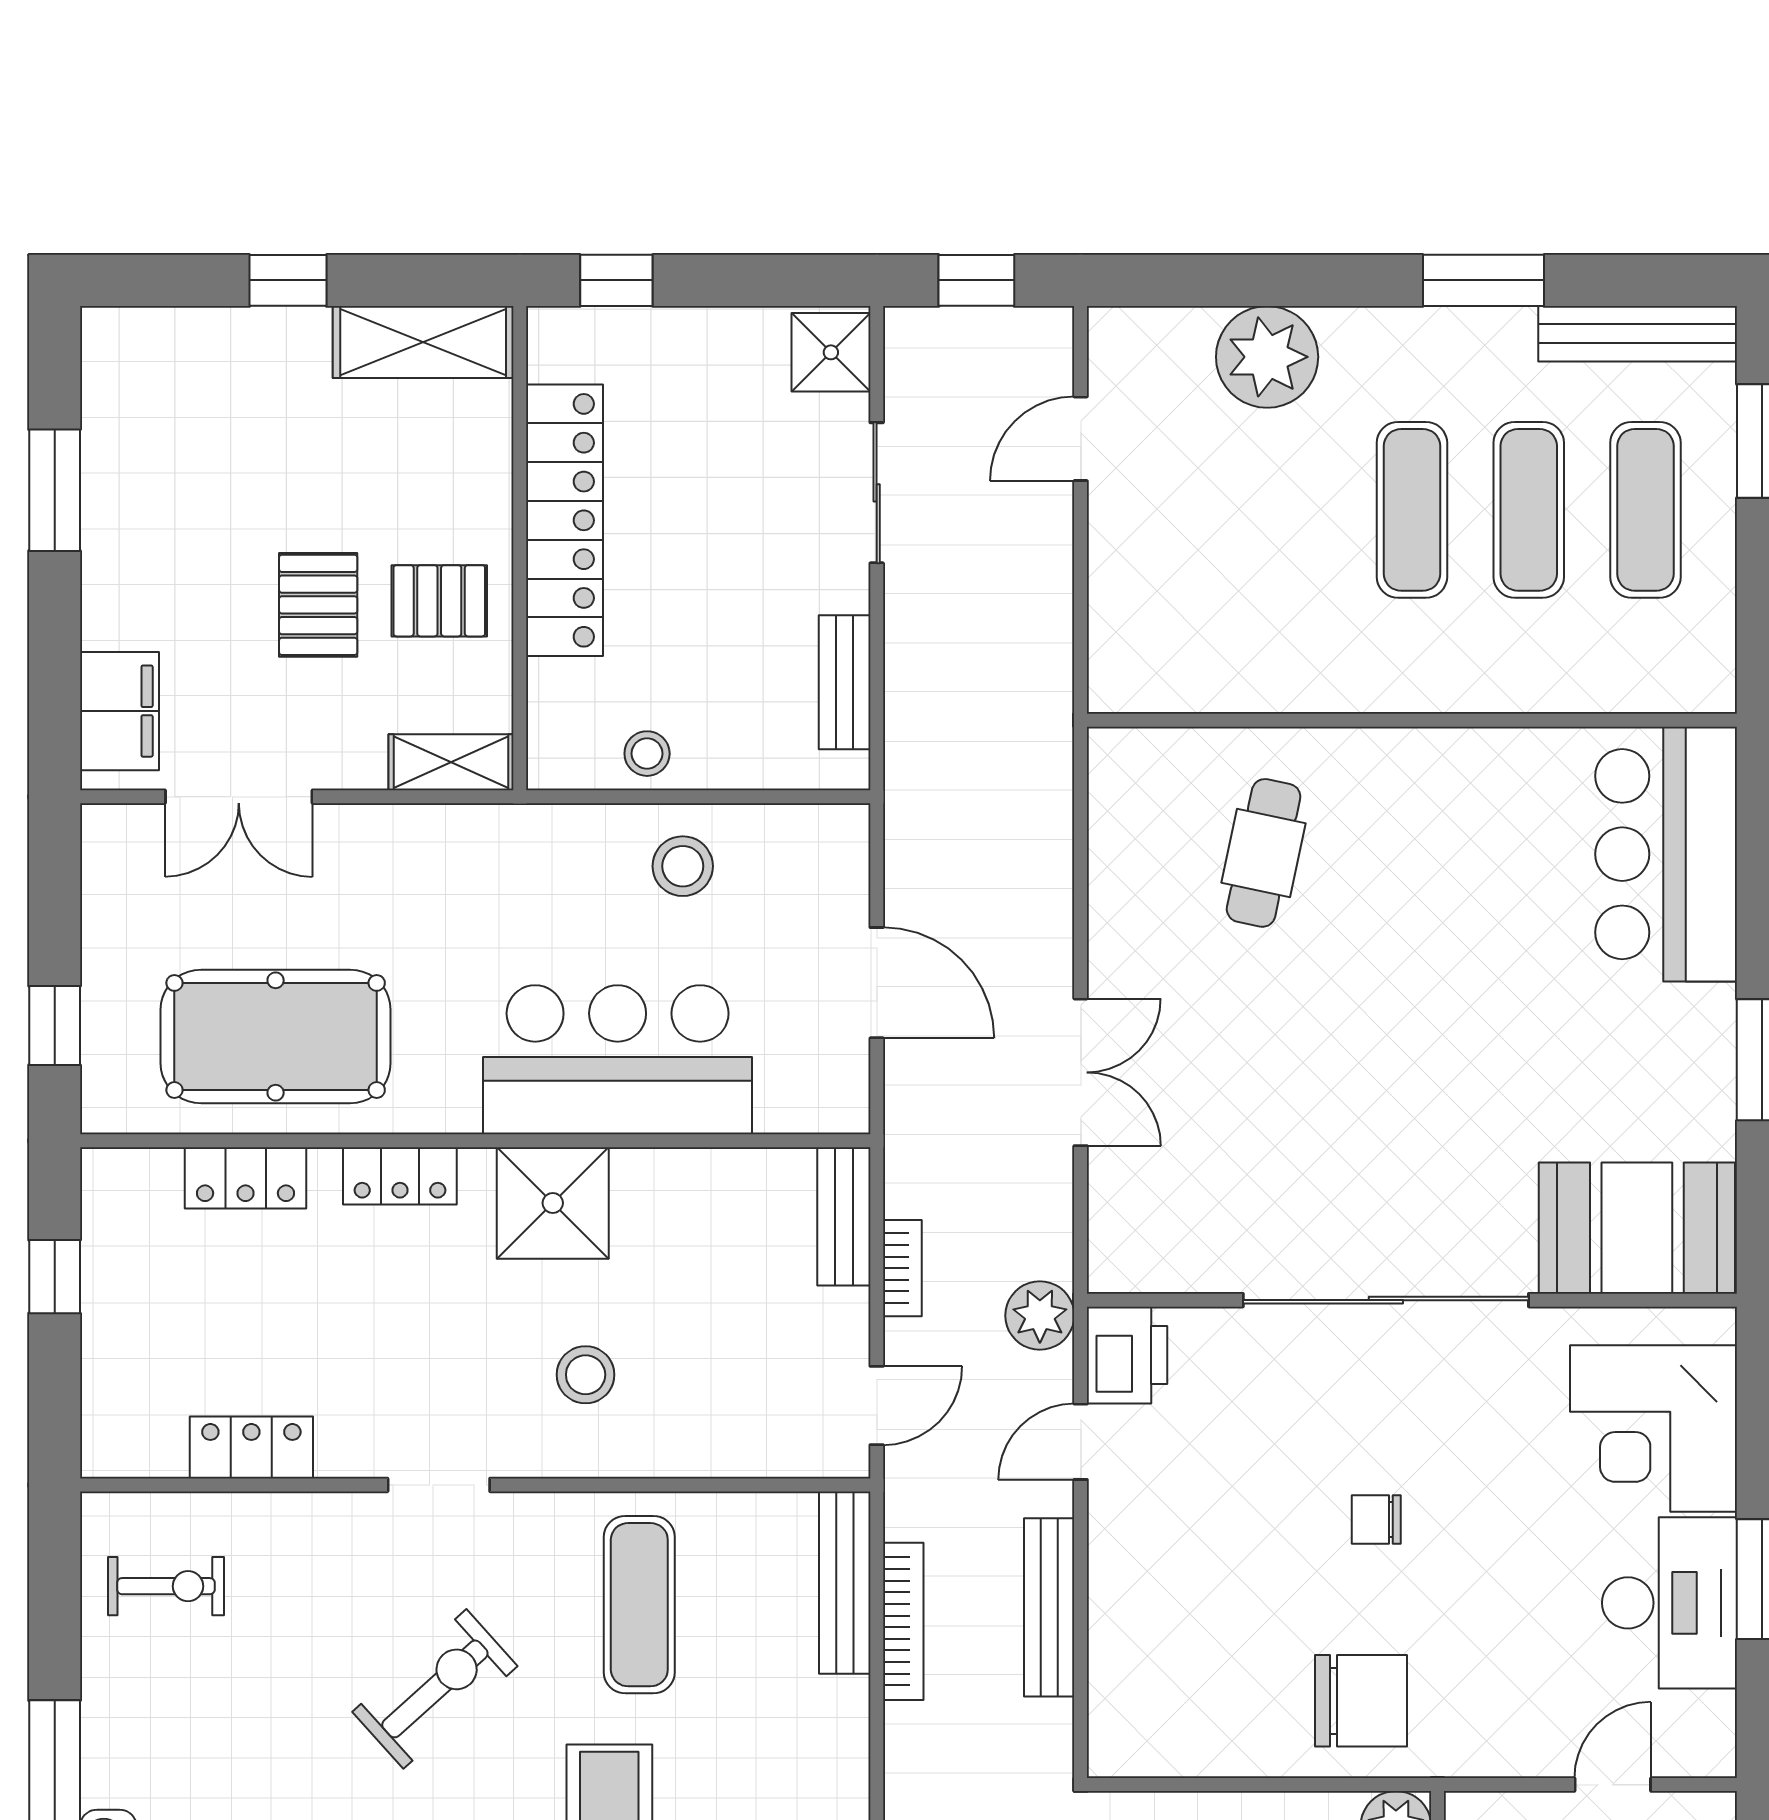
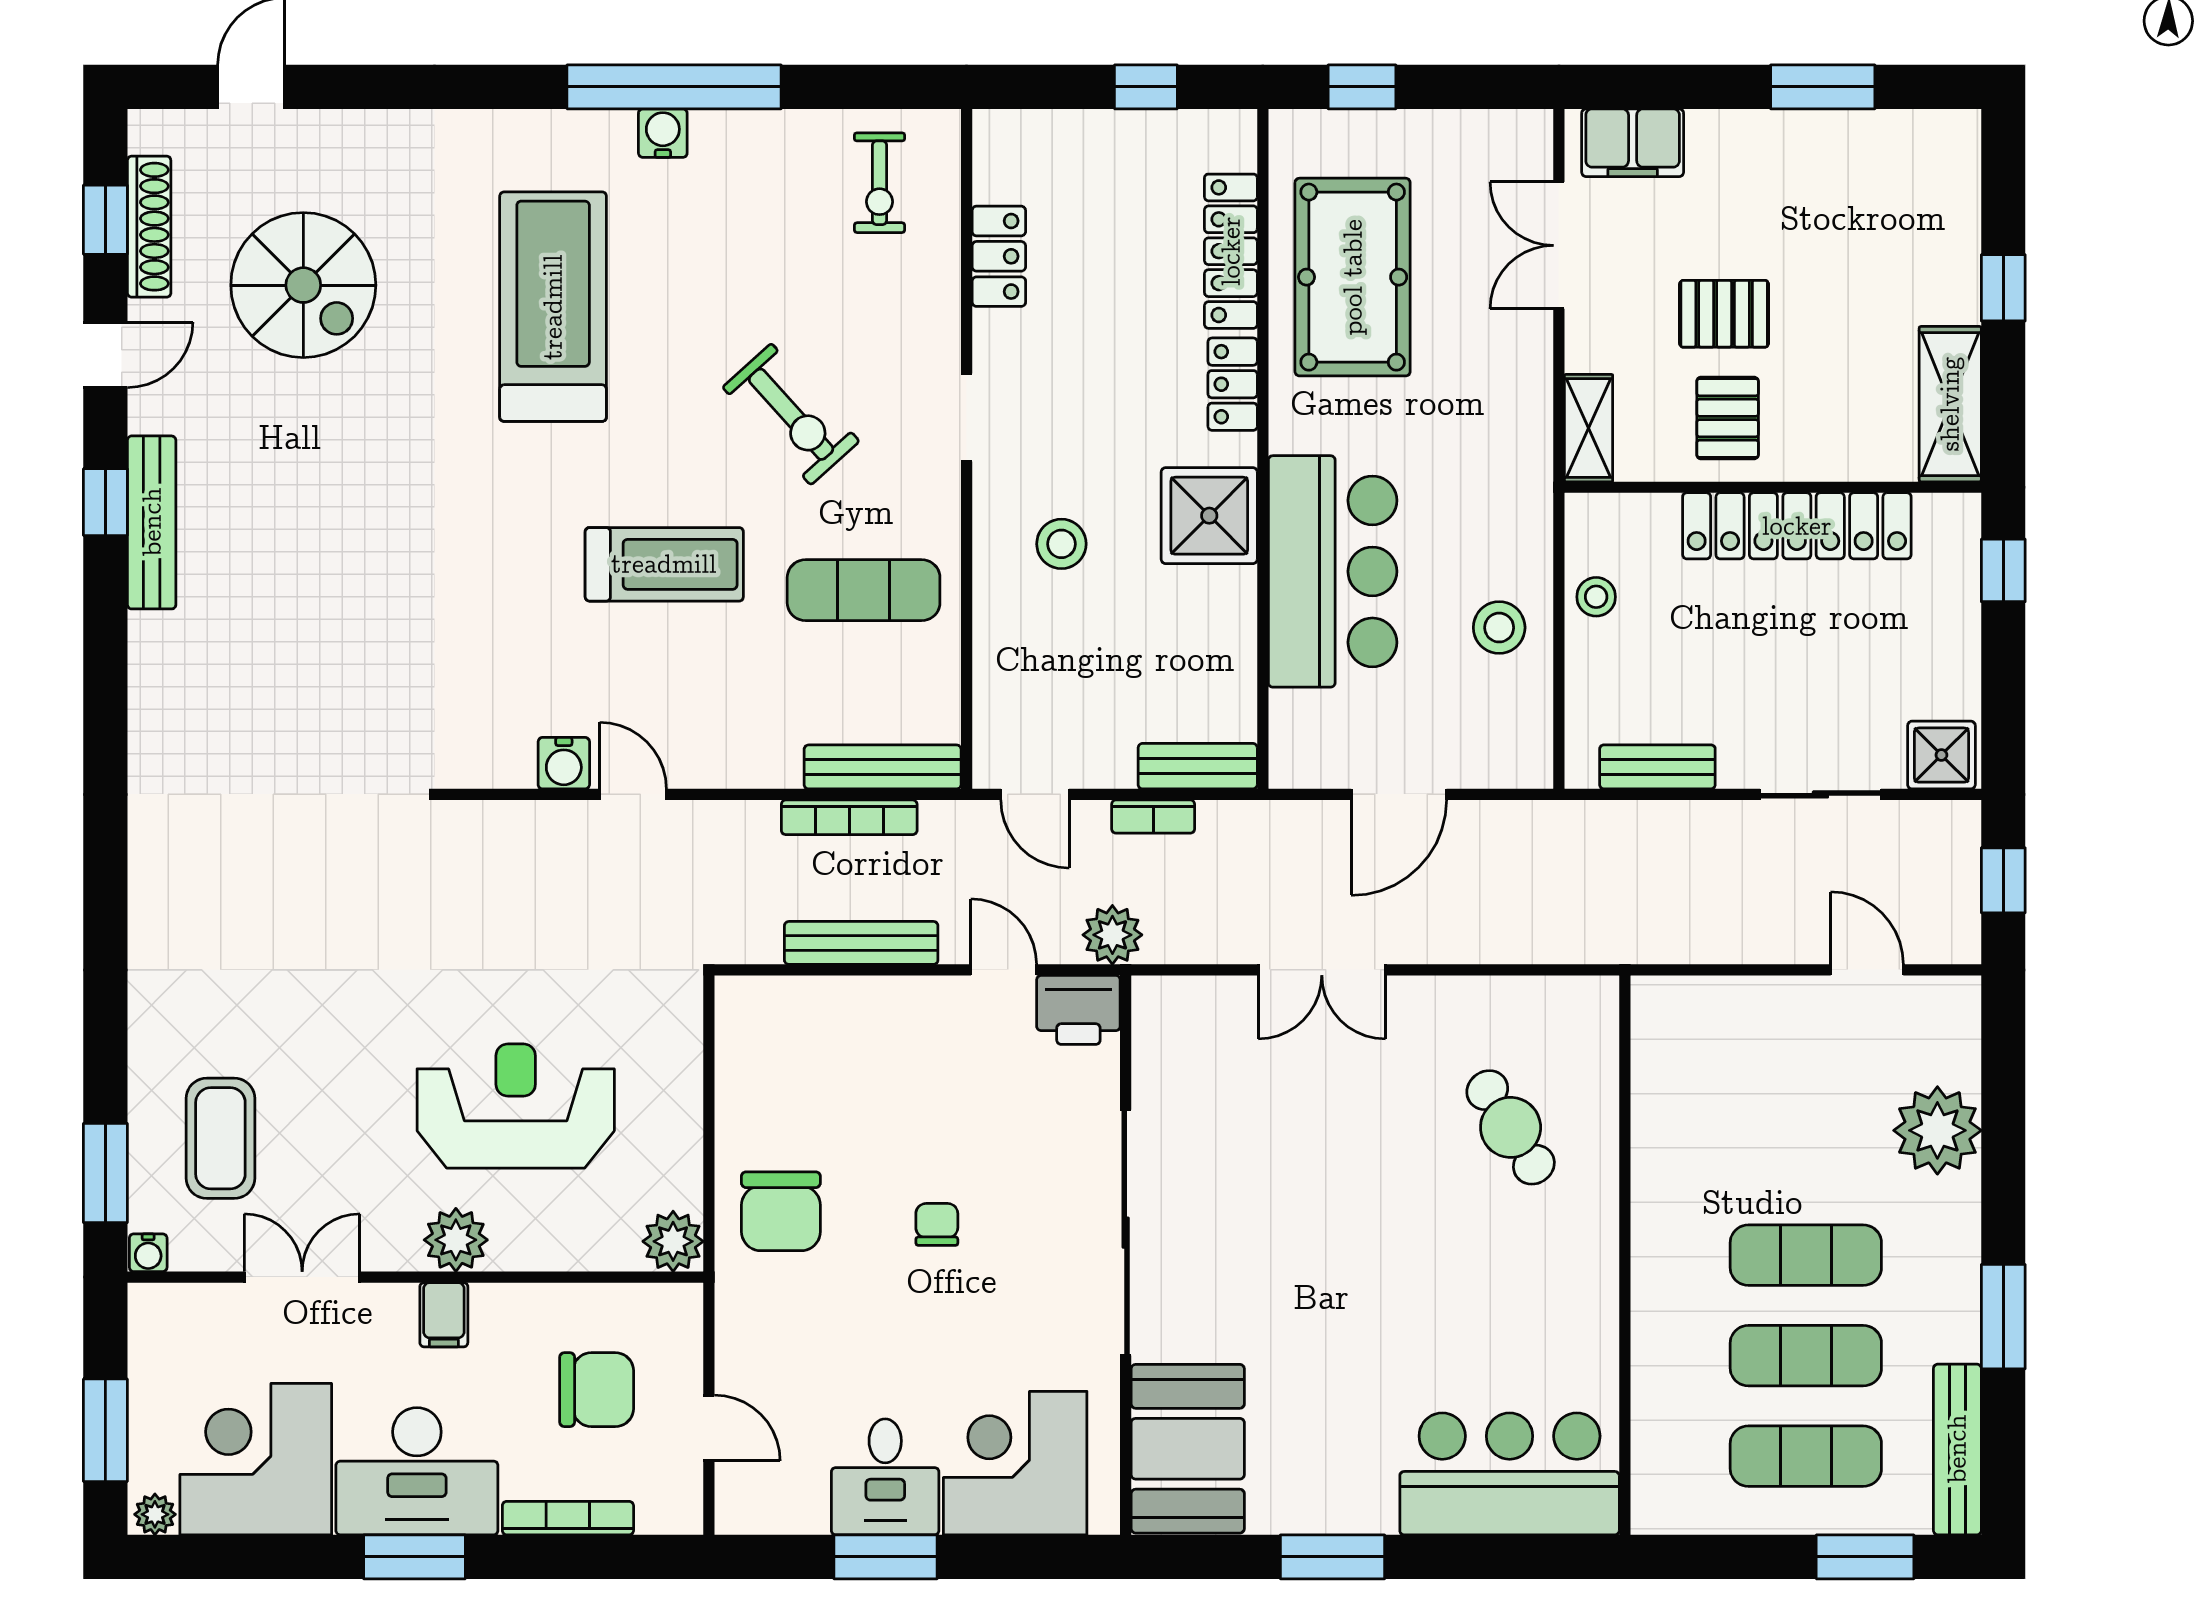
cafe table: (1264, 853) -> (1511, 1127), turned 46
locker: (245, 1178) -> (1231, 251), width x1.53
desk: (1670, 1603) -> (885, 1477), width x0.73

